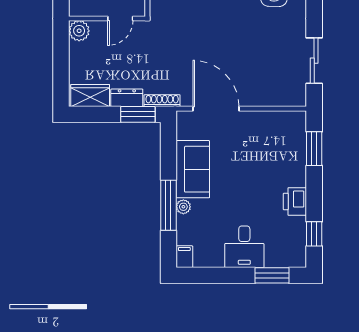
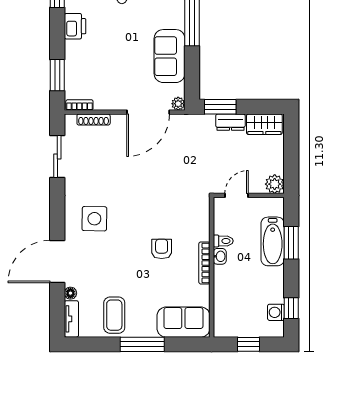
shoe rack: (162, 101) -> (94, 120), moved
door: (216, 109) -> (148, 112), hinge flipped
bookcase: (290, 116) -> (79, 105), added
plant: (183, 207) -> (178, 104), moved

